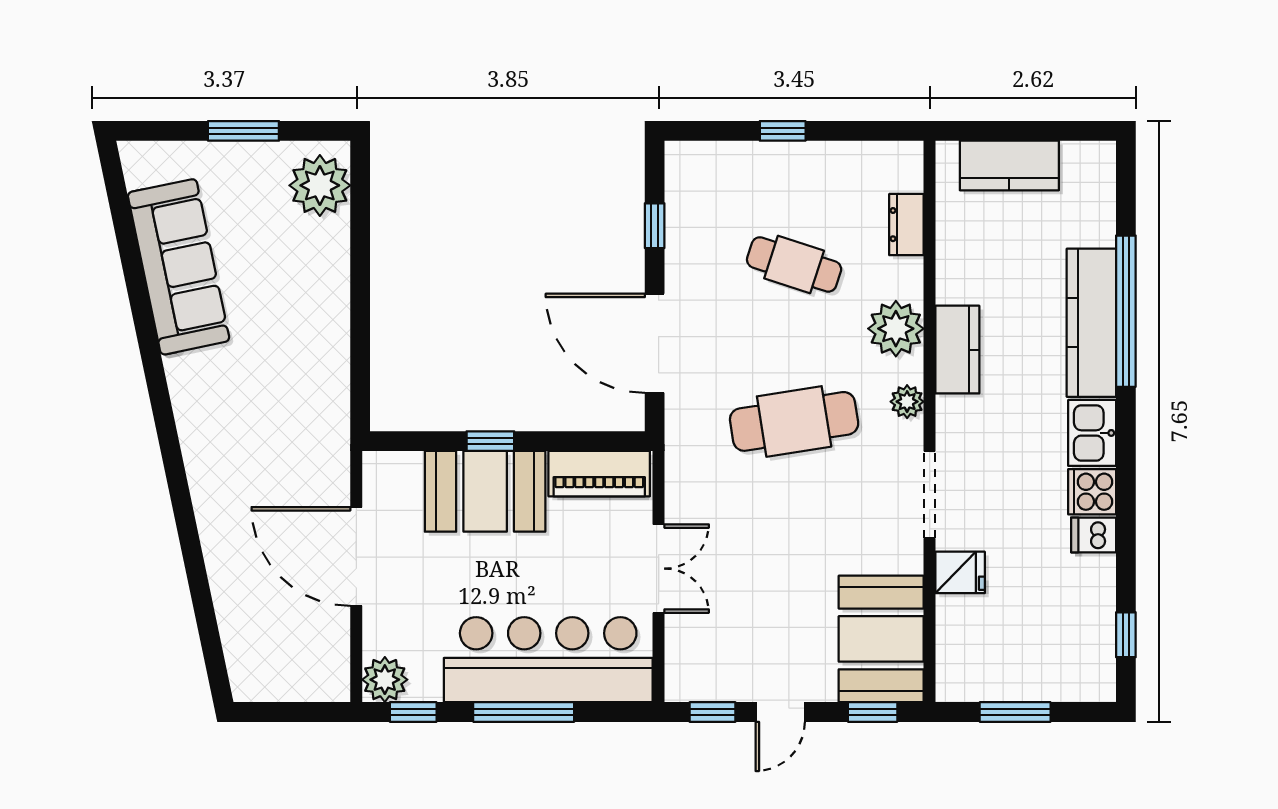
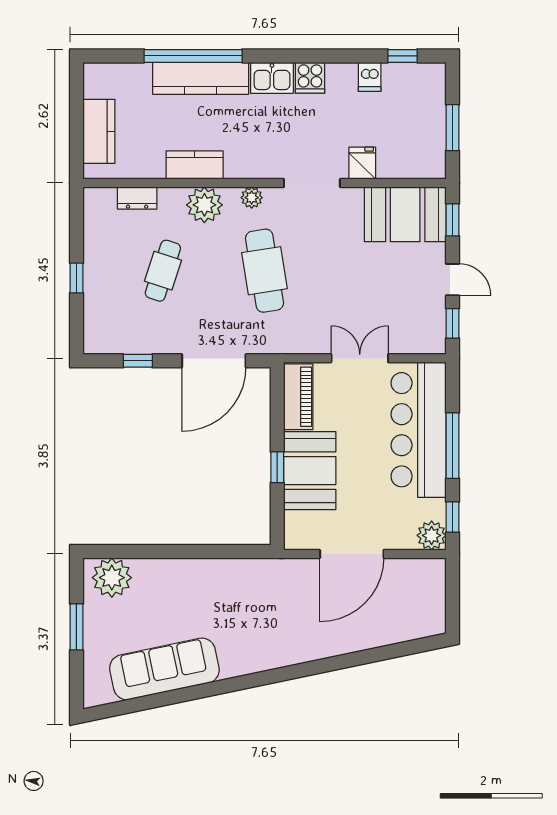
kitchen counter: (957, 350) -> (195, 165), moved
dishwasher: (1094, 535) -> (370, 77), moved

